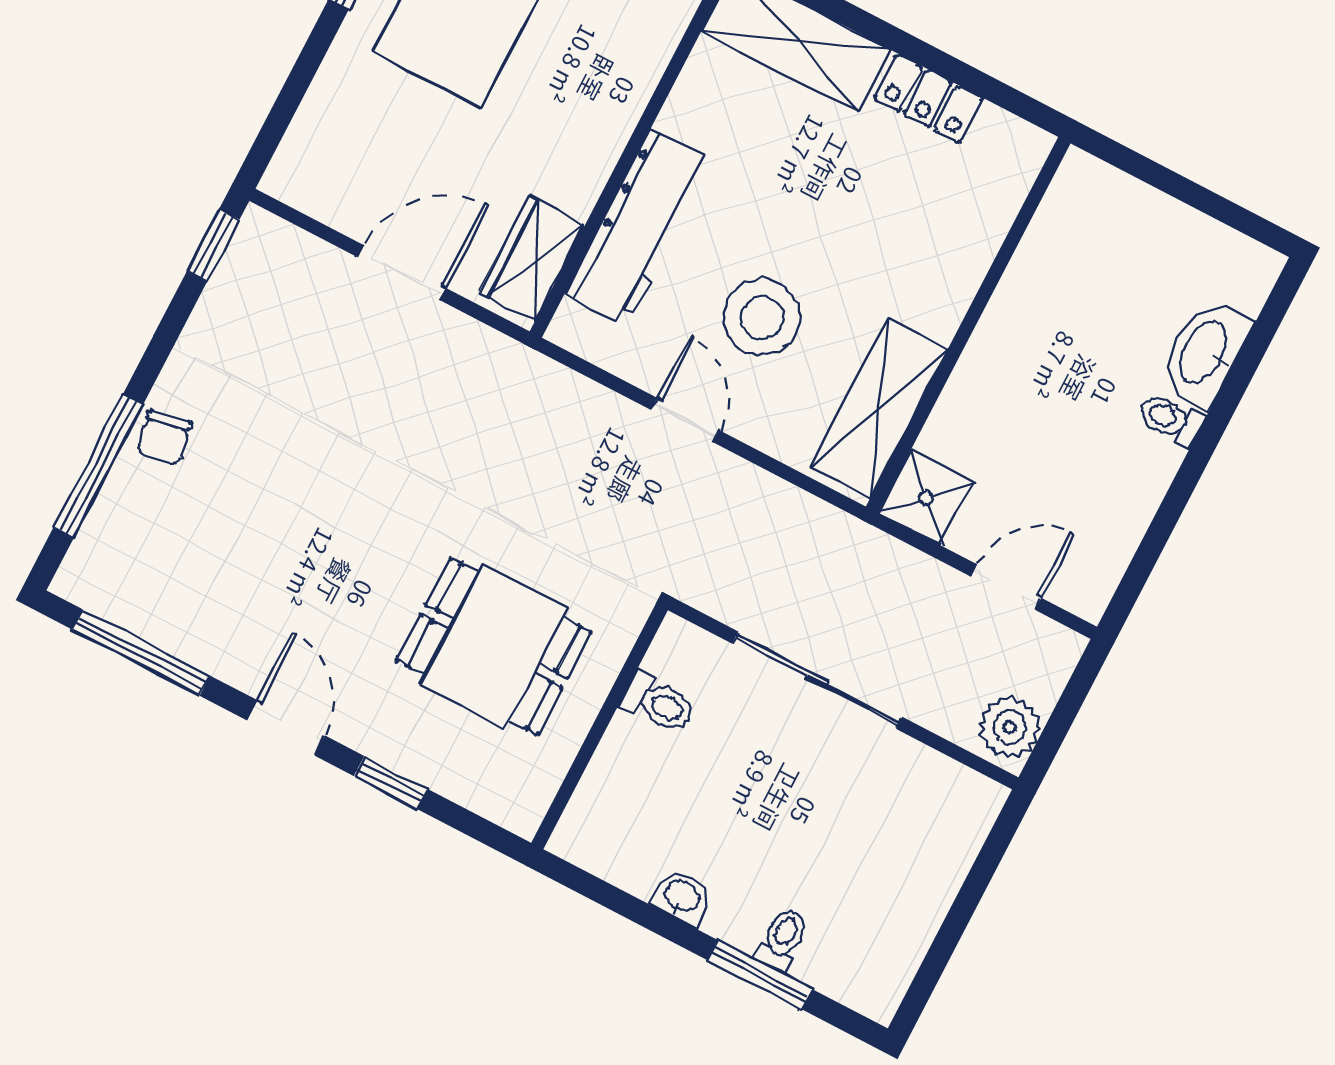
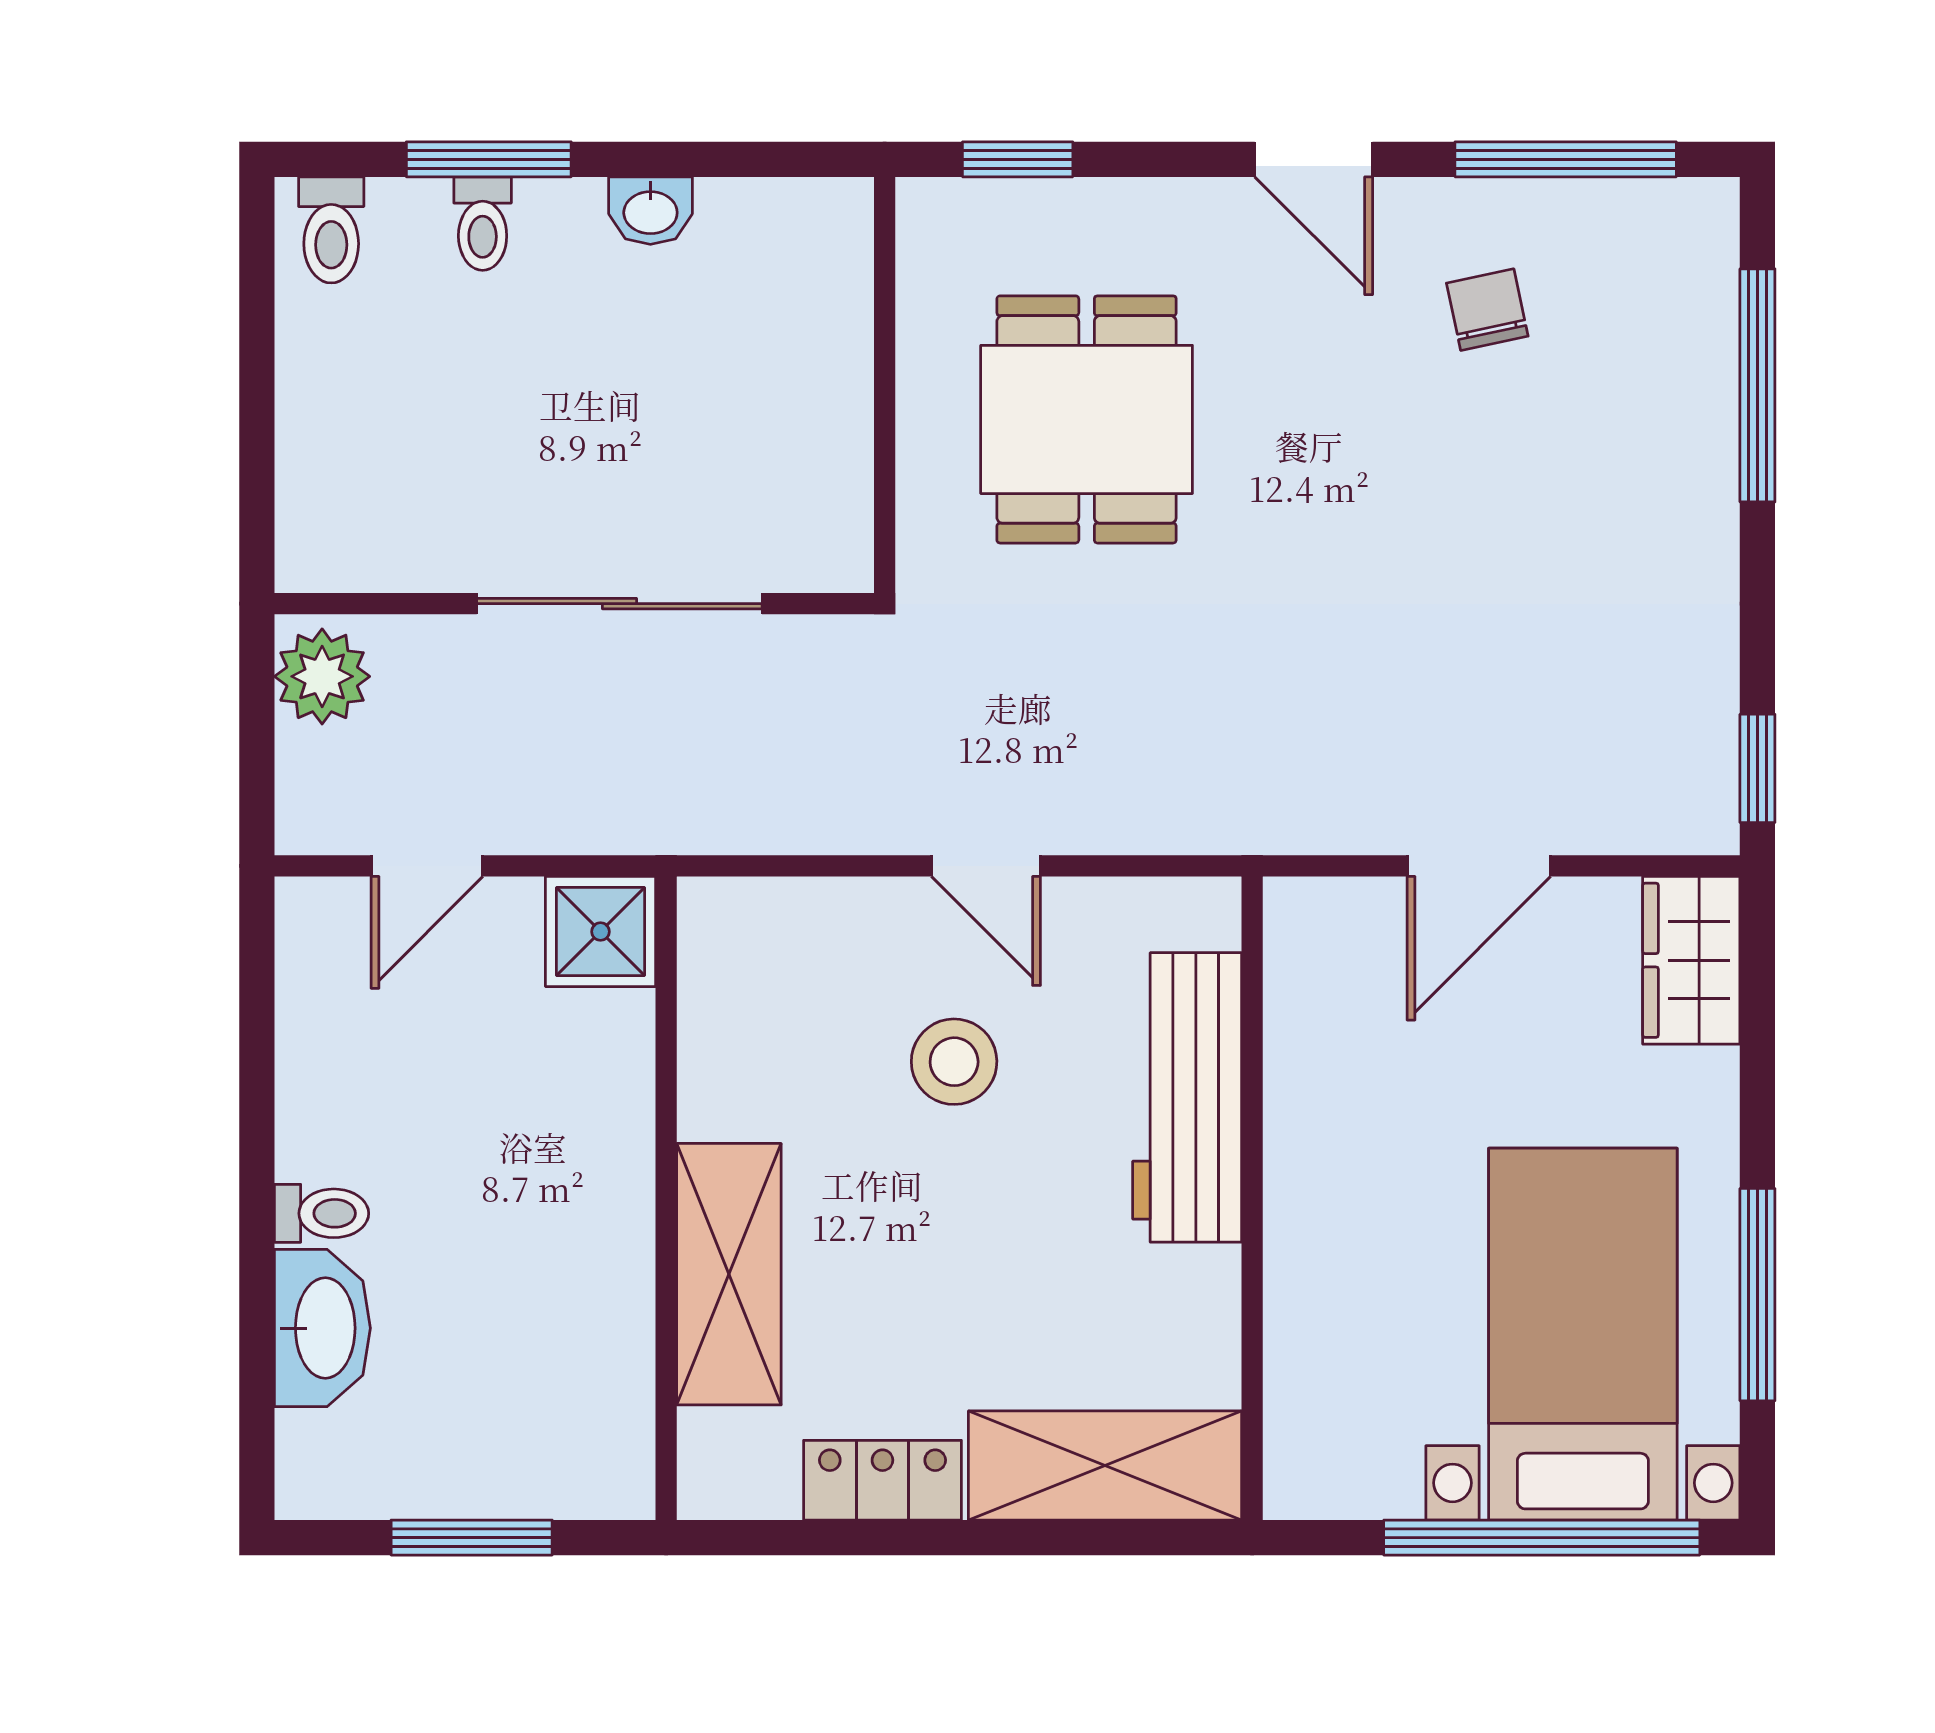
window: (1181, 188) -> (472, 1538), added
wardrobe: (532, 258) -> (1691, 960), moved, turned 180
stool: (762, 317) -> (954, 1062), width x0.73, depth x0.73
shelving: (879, 409) -> (729, 1274), moved
chair: (164, 438) -> (1487, 310), moved
dining table: (494, 646) -> (1087, 419), turned 90
toilet: (658, 703) -> (331, 230), moved, turned -90
window: (391, 783) -> (1018, 159), moved

